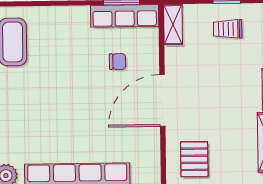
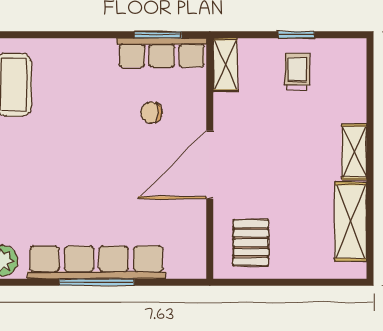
trolley: (228, 29) -> (297, 72), turned 90
chair: (118, 62) -> (151, 113), turned 180

